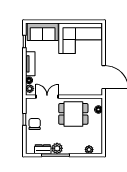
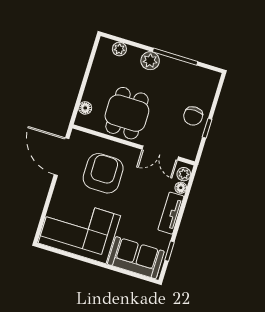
armchair: (77, 75) -> (103, 173), added
dining table: (73, 114) -> (127, 113), turned 90
plant: (57, 148) -> (150, 61), moved
dresser: (43, 149) -> (192, 72), removed

